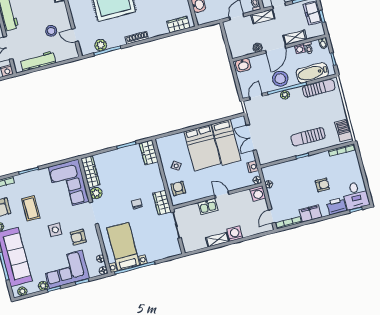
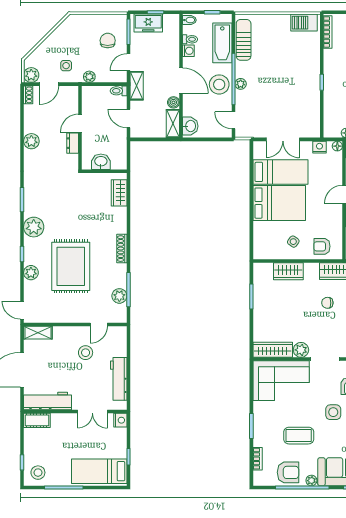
shelving: (295, 37) -> (173, 124), moved
sun lounger: (308, 137) -> (300, 69), removed
wardrobe: (149, 152) -> (288, 271), moved

